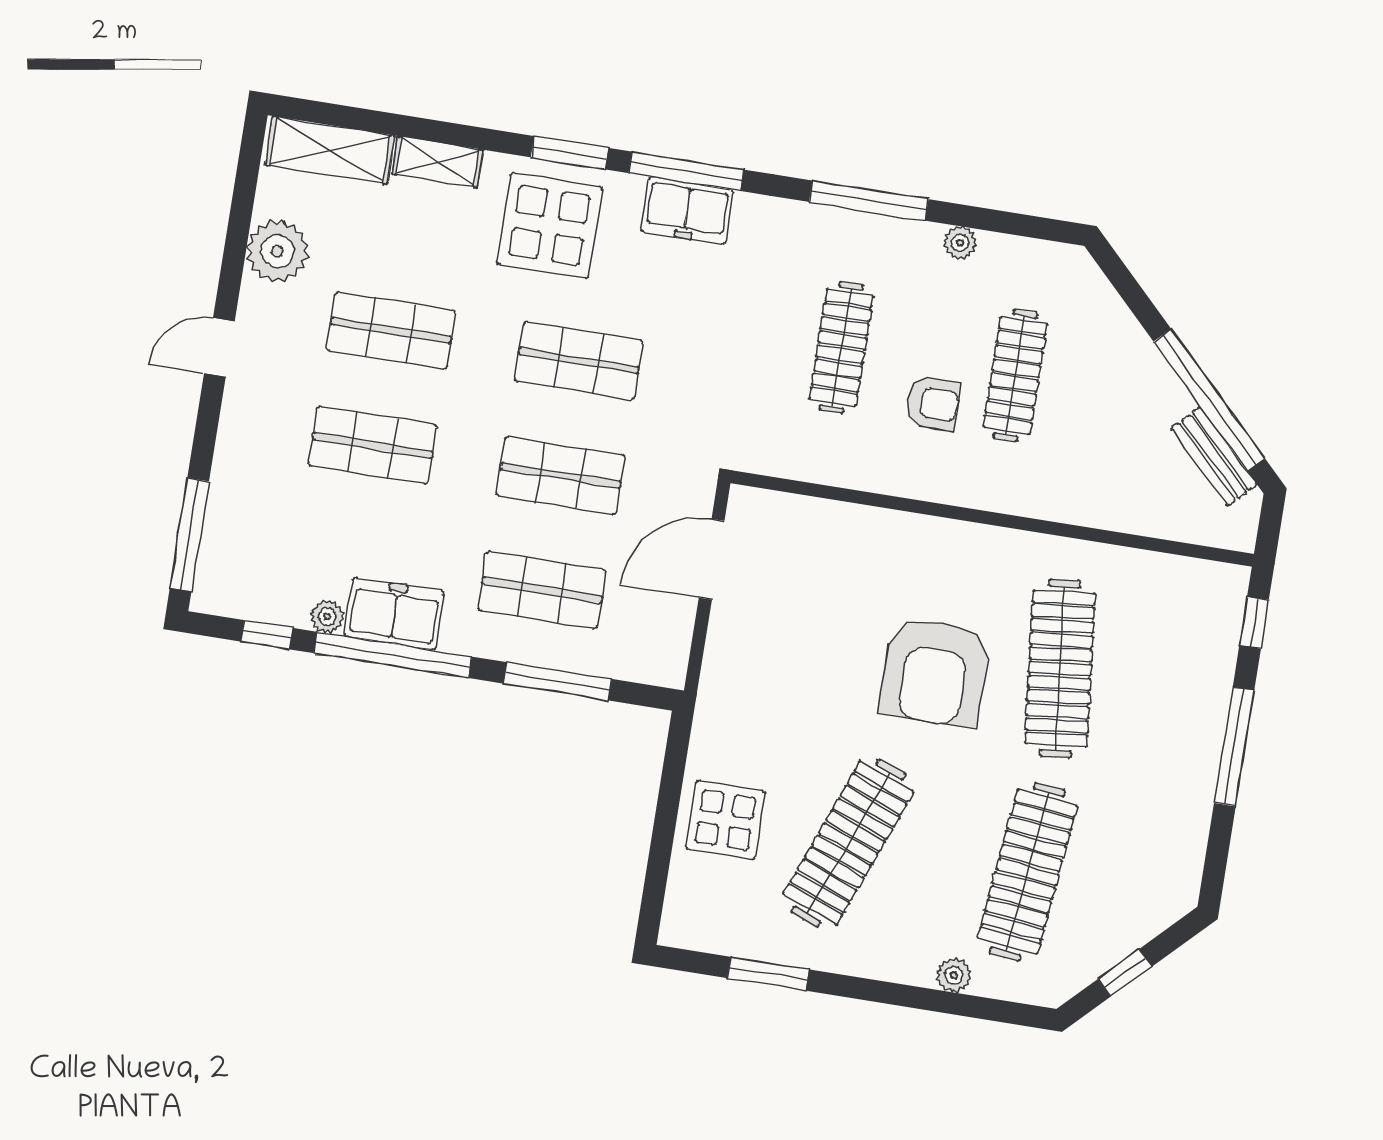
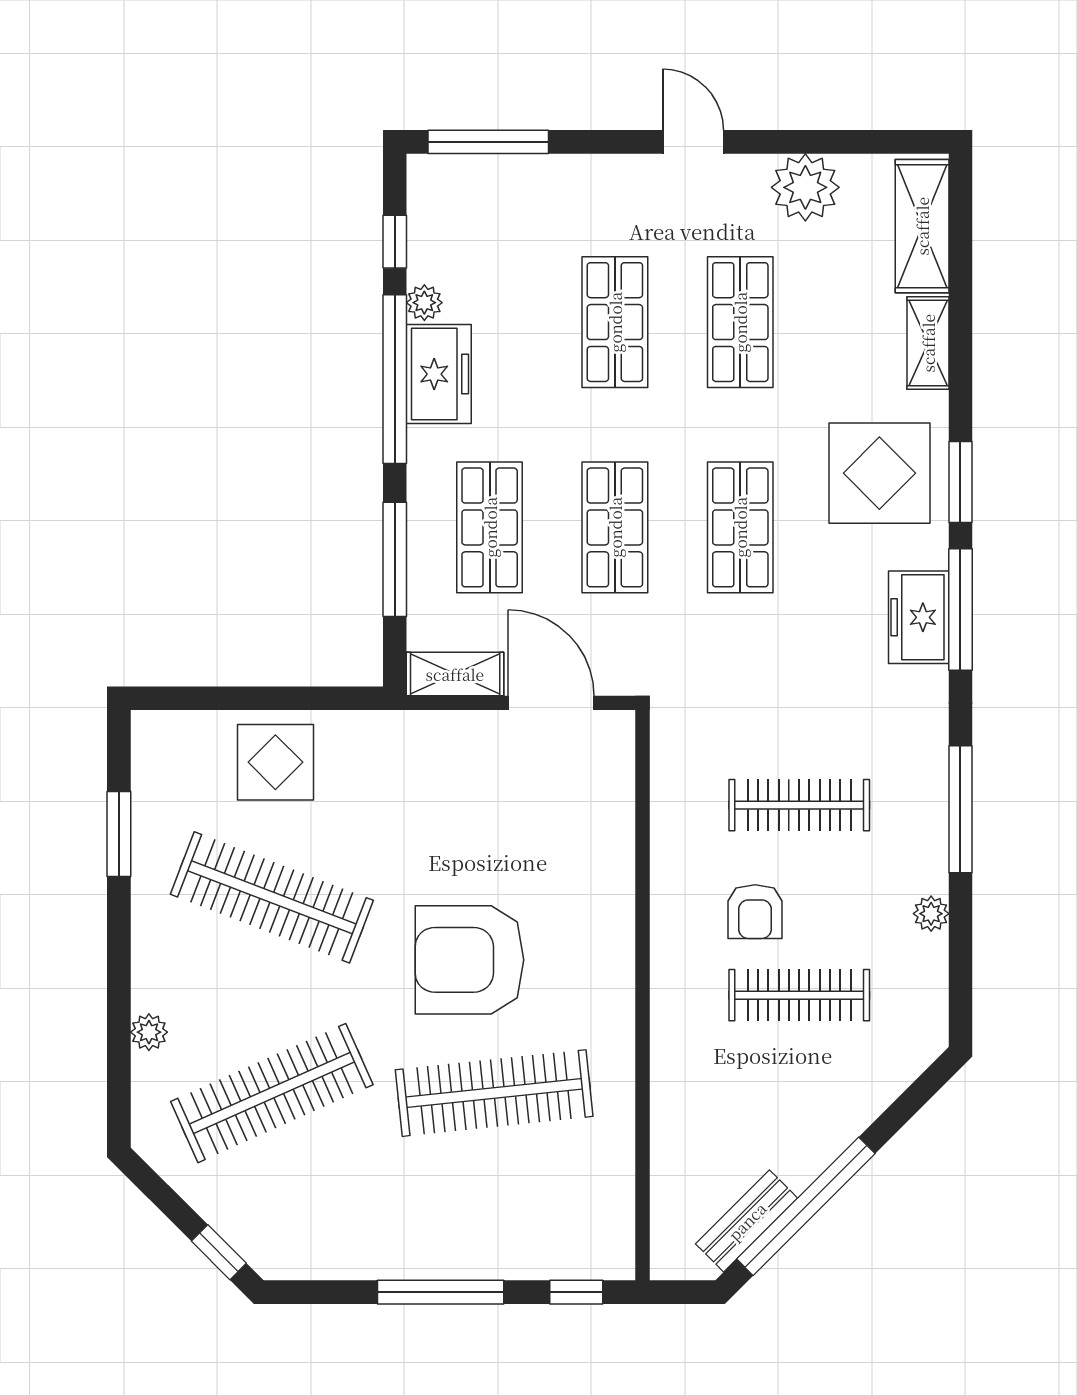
shelving: (671, 643) -> (455, 674), added
clothes rail: (1027, 872) -> (272, 1093), turned -30
window: (1125, 973) -> (219, 1252), moved

